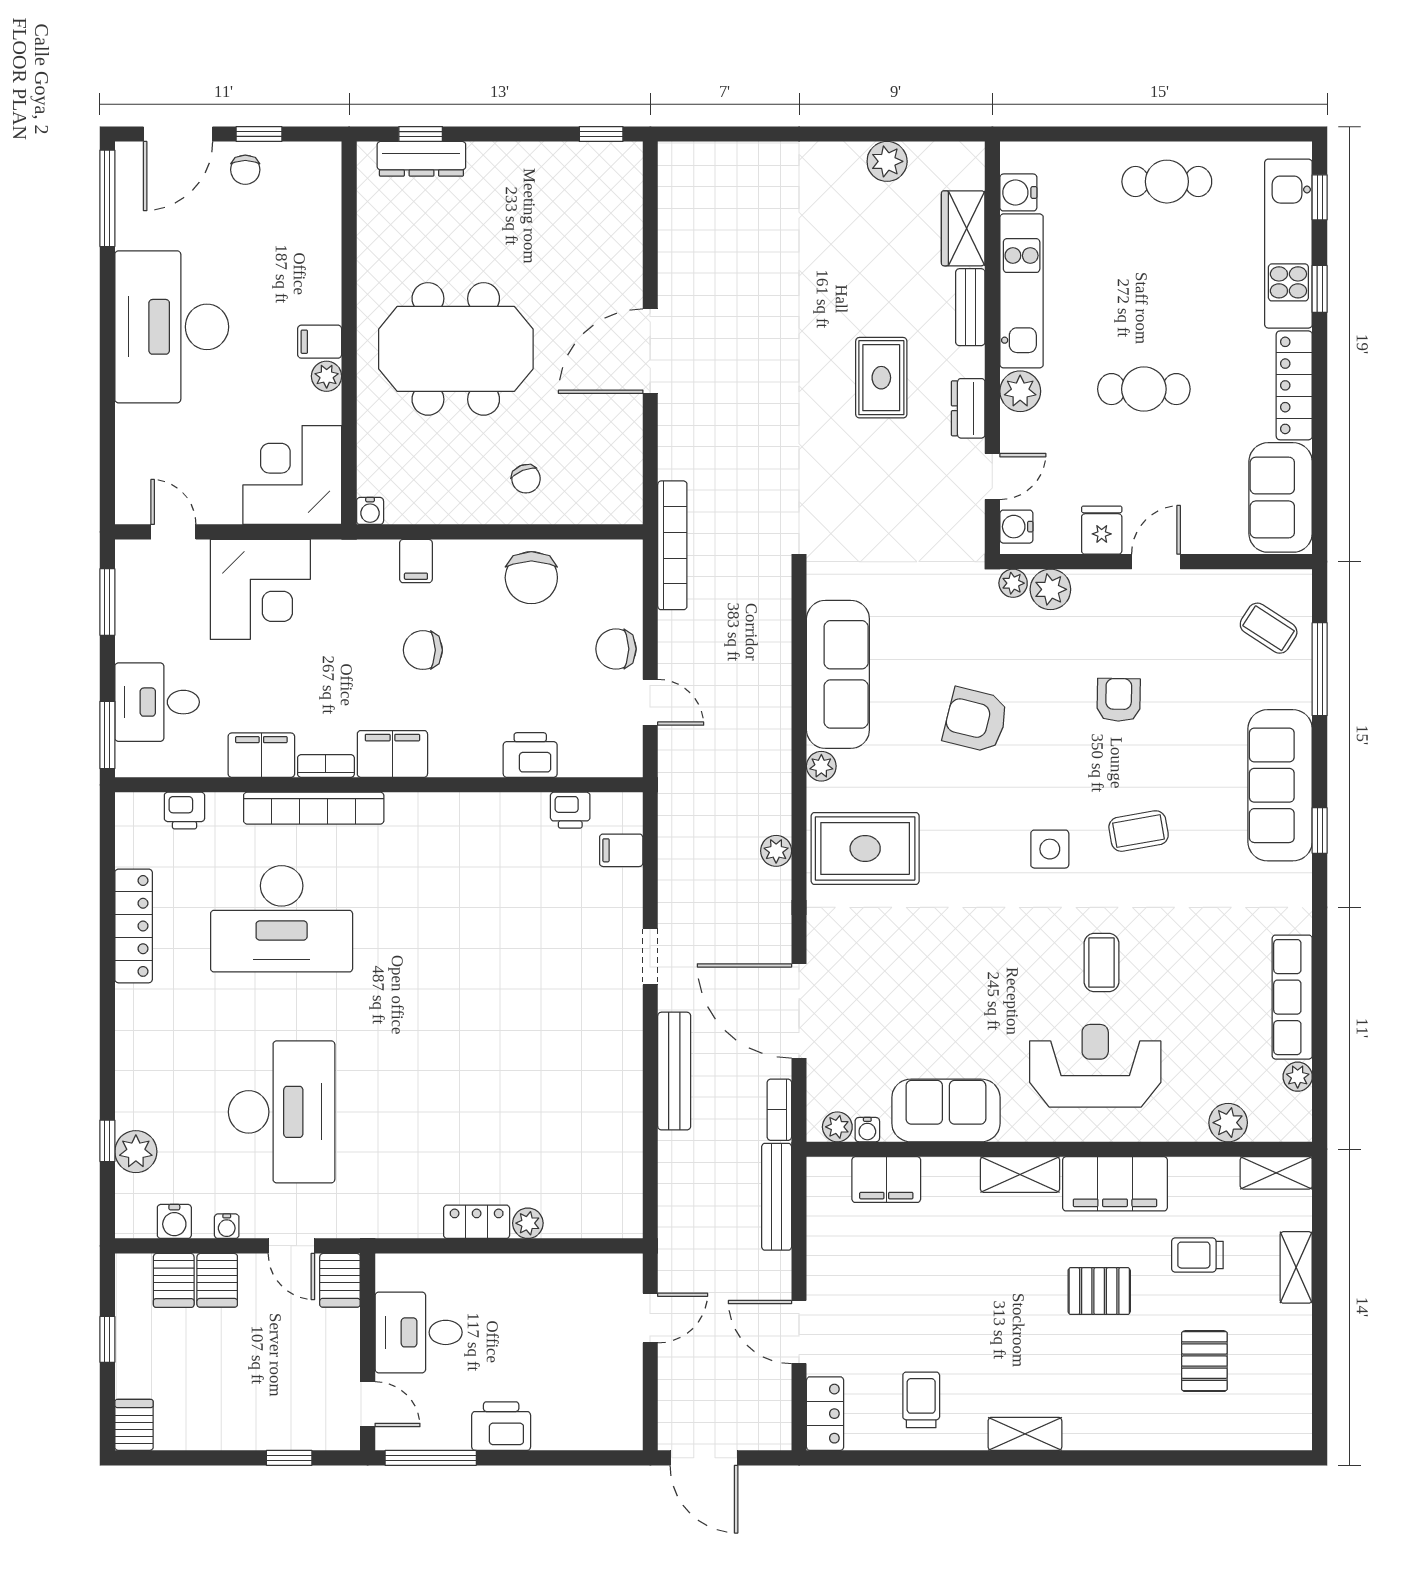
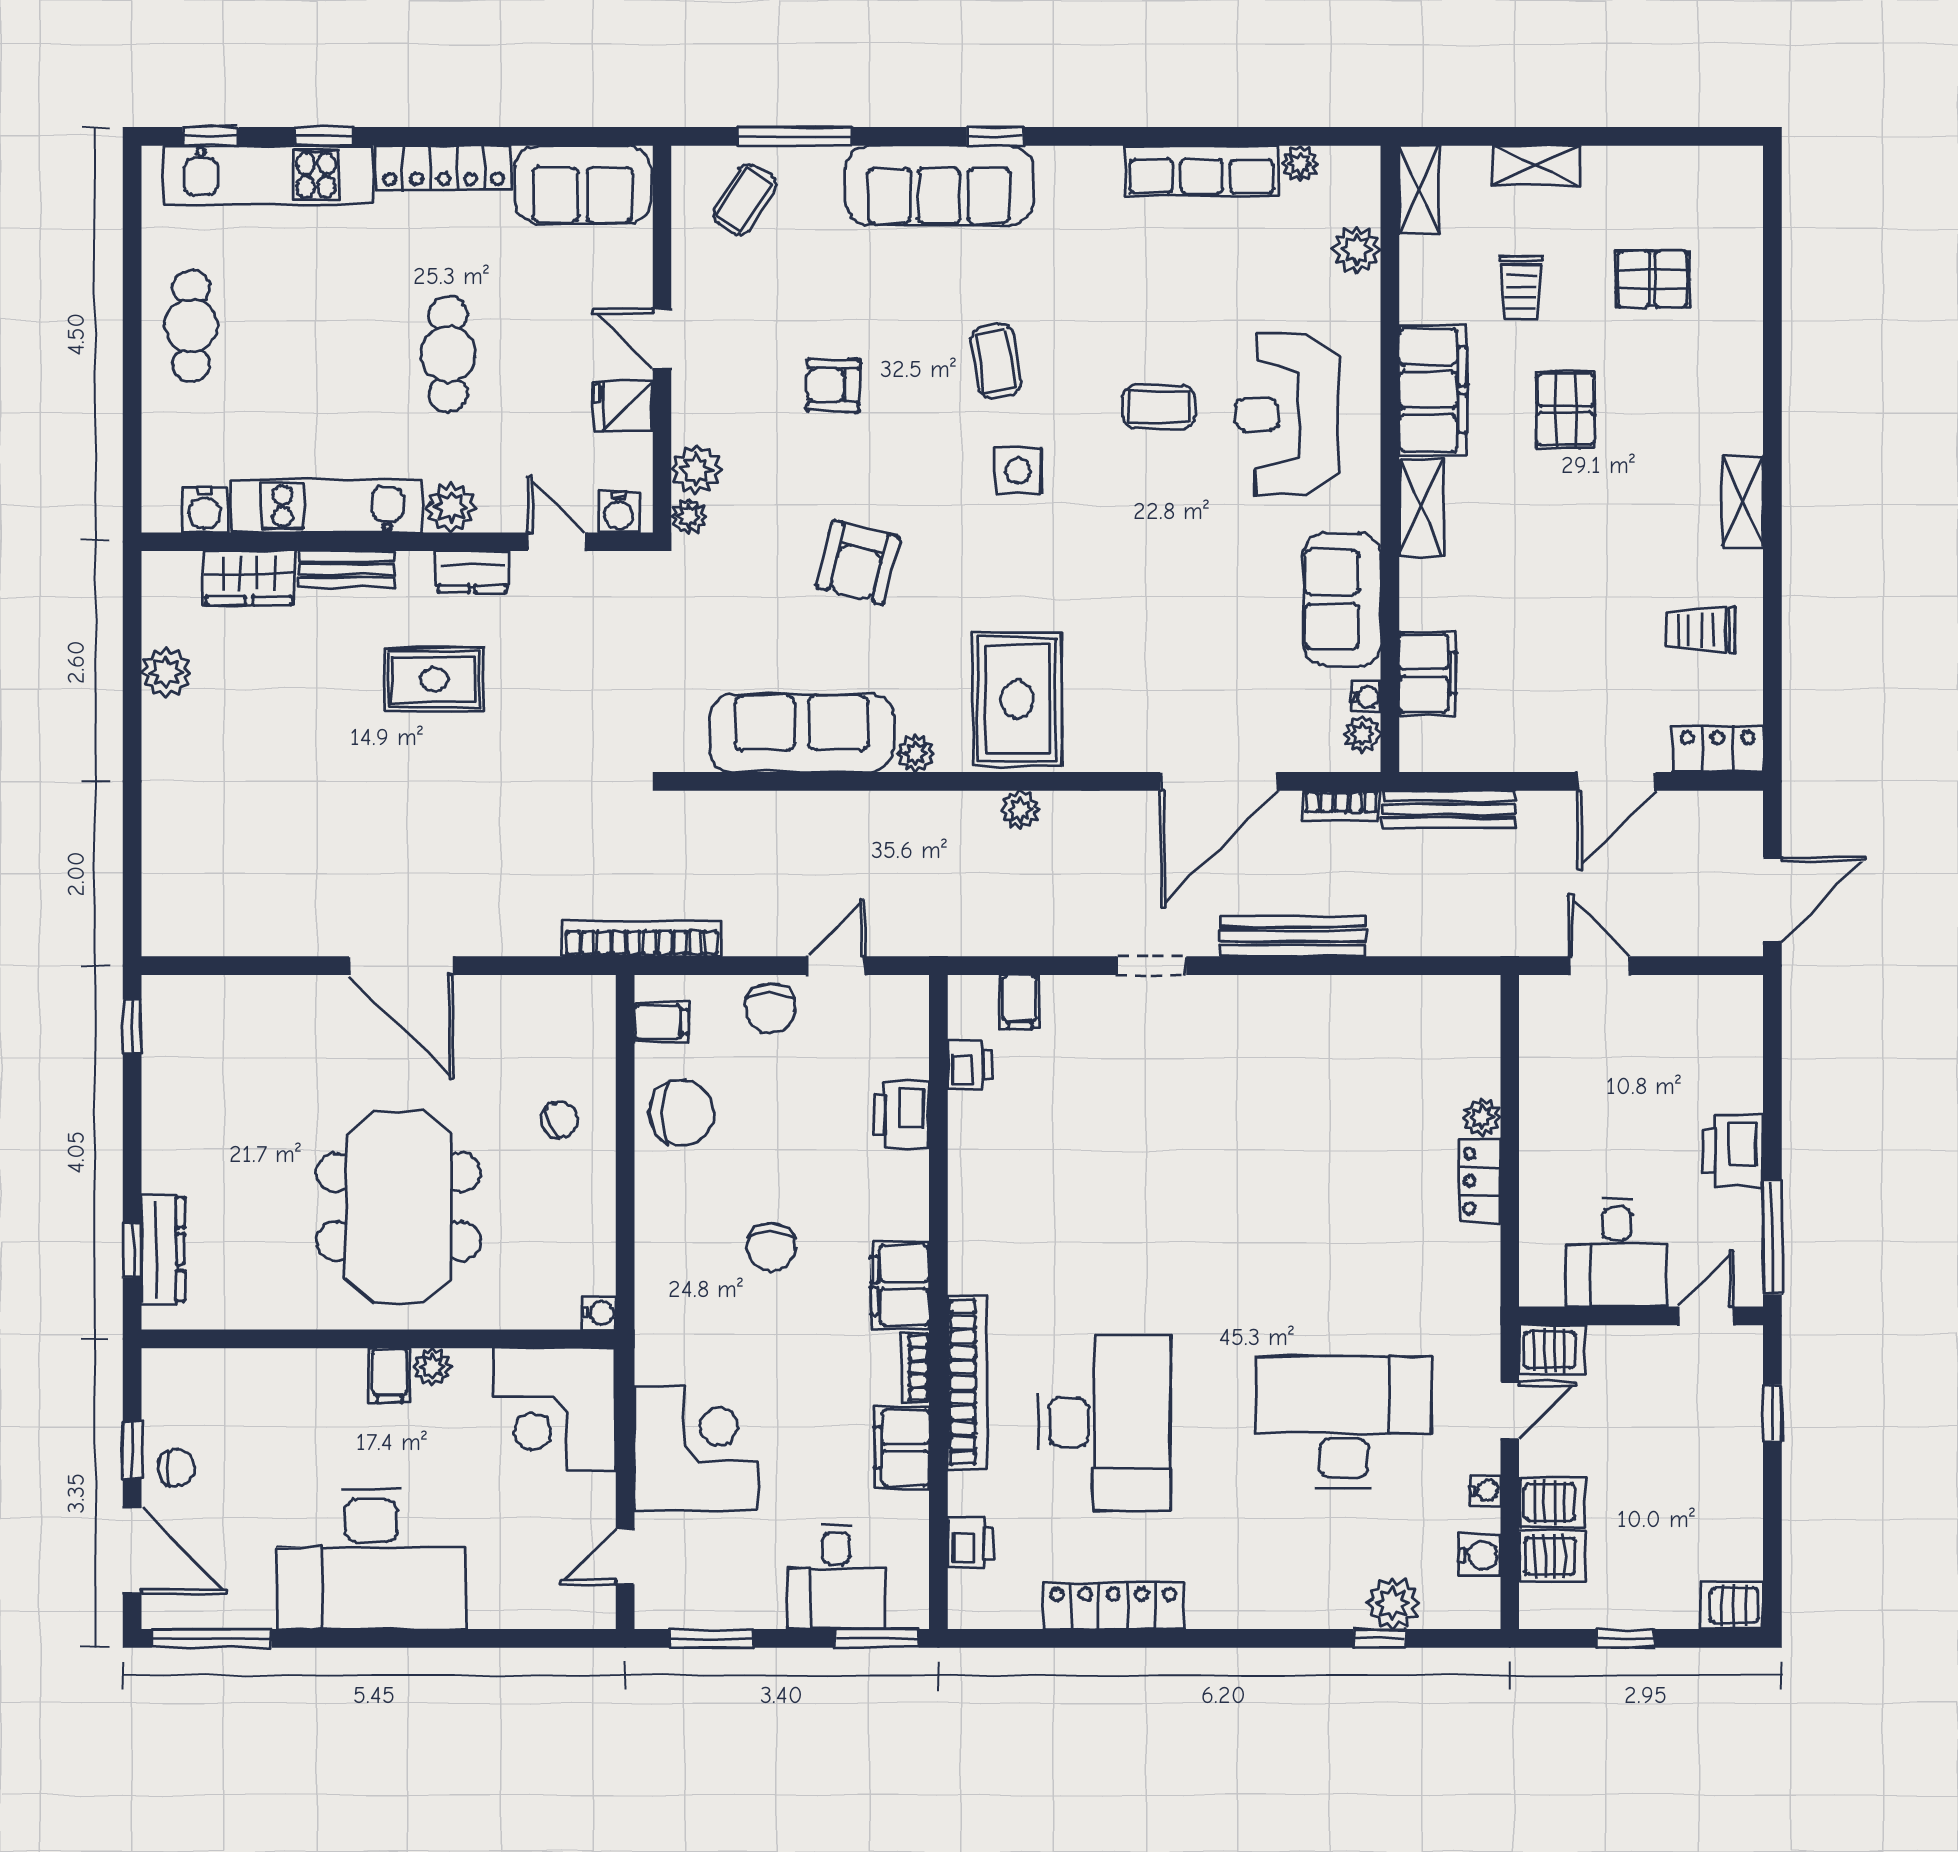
filing cabinet: (416, 561) -> (661, 1022), moved

